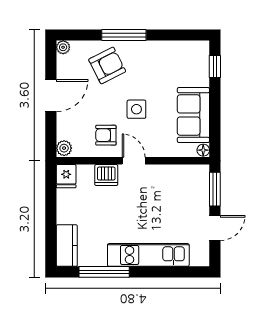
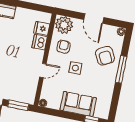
sofa: (193, 115) -> (78, 104), moved
plant: (64, 148) -> (64, 25), width x1.87, depth x1.87
door: (134, 161) -> (43, 71), moved
fridge: (66, 176) -> (42, 28), moved

